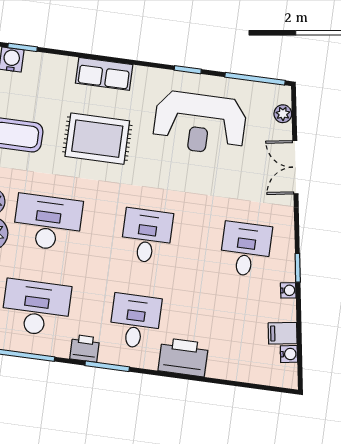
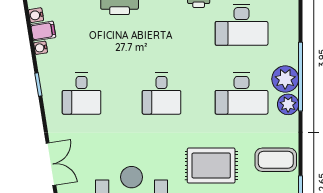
water cooler: (288, 290) -> (41, 48), moved
desk: (135, 321) -> (162, 25), removed

